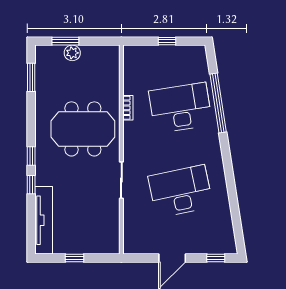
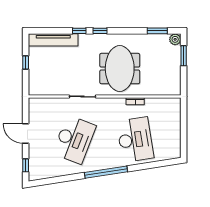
window: (167, 41) -> (184, 130), removed
plant: (72, 53) -> (175, 39), moved
window: (218, 103) -> (106, 172), moved
desk: (180, 191) -> (74, 140), turned 33

